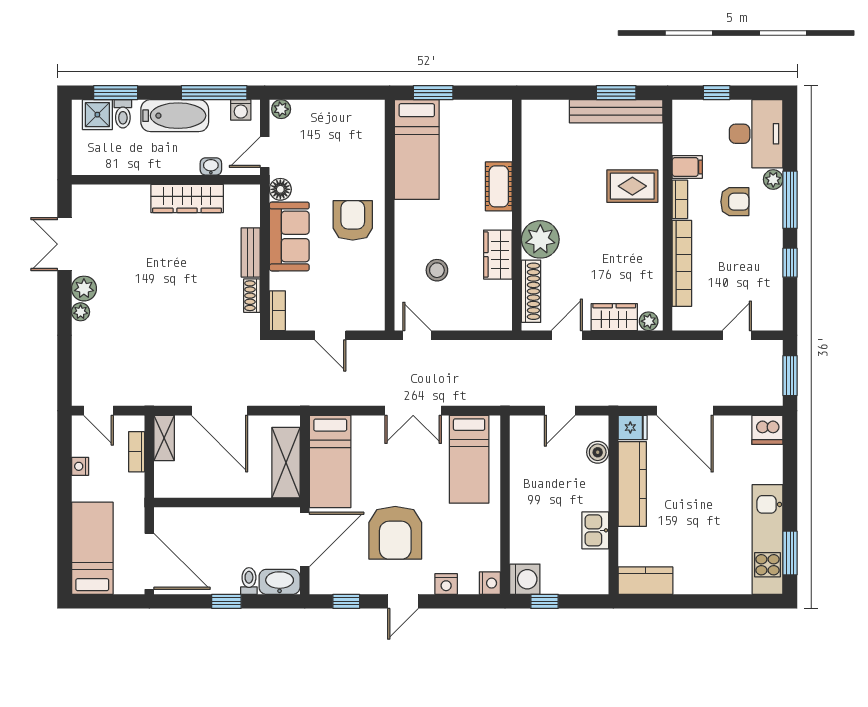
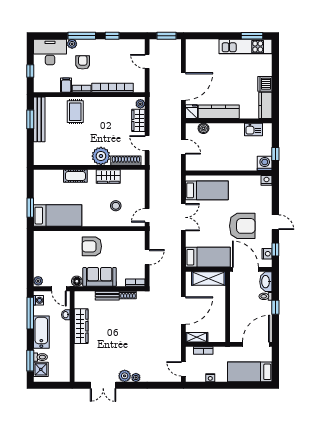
door: (98, 411) -> (183, 369), swing flipped
dishwasher: (767, 430) -> (265, 84), moved, turned 180
kitchen sink: (595, 530) -> (253, 130), moved
nightstand: (446, 584) -> (267, 254), moved

